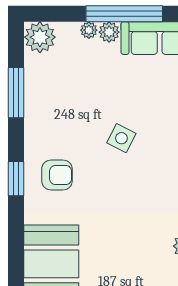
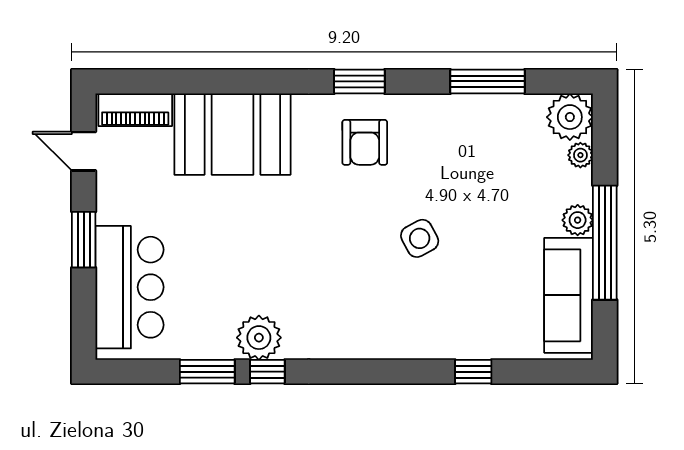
plant: (89, 30) -> (580, 155), moved
side table: (121, 138) -> (420, 238), turned 35

